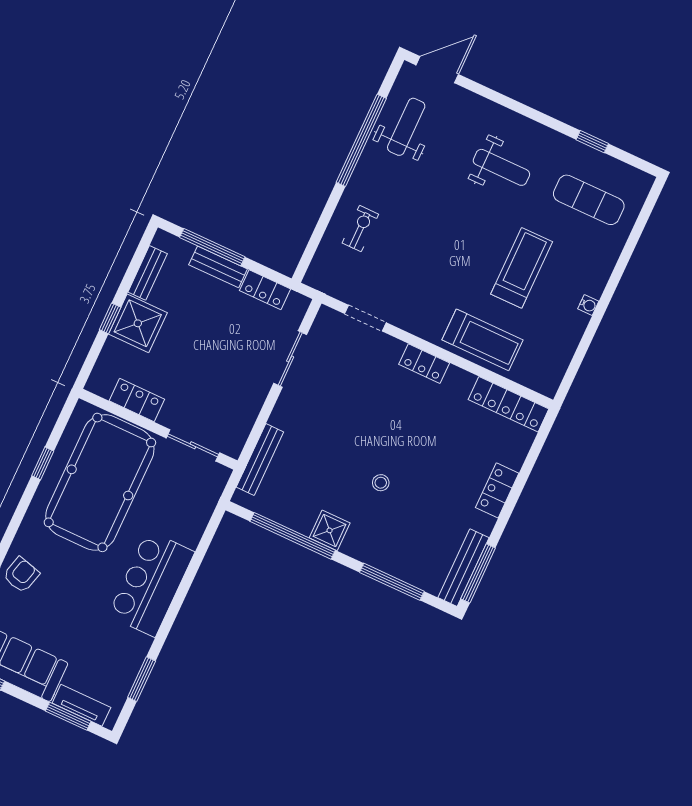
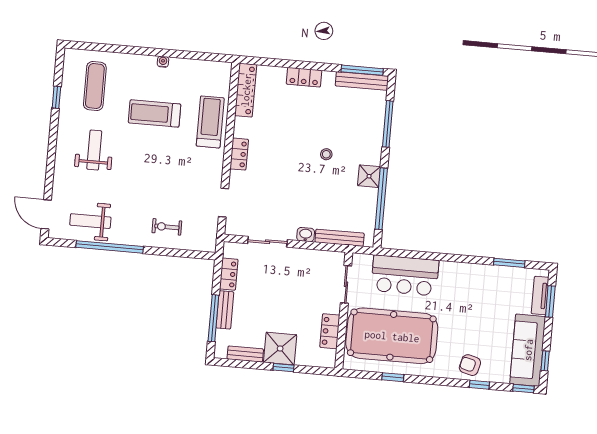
washbasin: (281, 415) -> (306, 235), added
bar counter: (151, 584) -> (405, 275), moved

